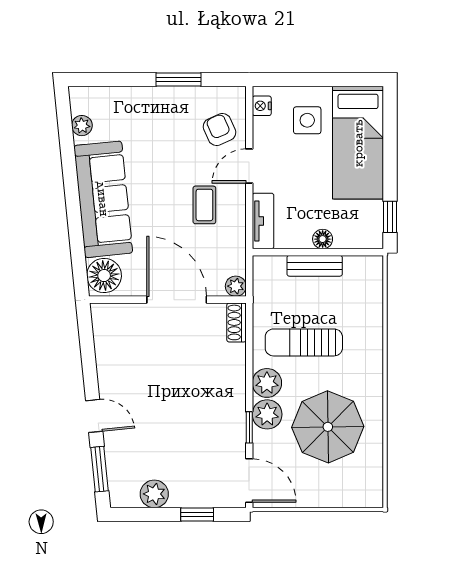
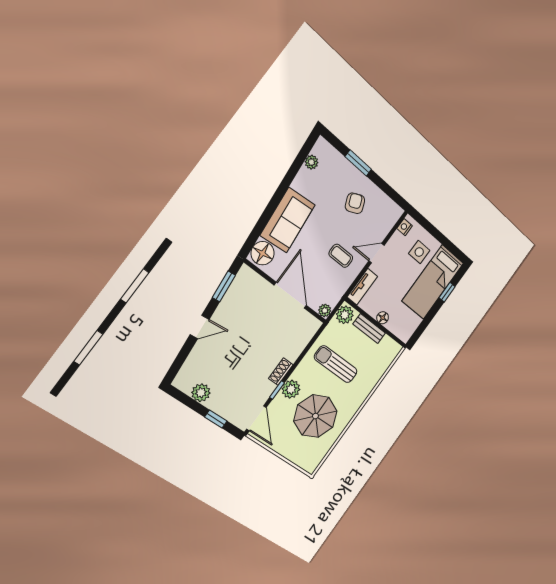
window: (178, 80) -> (358, 163), moved
armchair: (219, 129) -> (355, 203), moved
sofa: (103, 199) -> (288, 220), width x0.73
coffee table: (204, 205) -> (341, 256), turned 90
window: (390, 217) -> (447, 292), moved
shoe rack: (236, 322) -> (281, 372), moved
plant: (267, 383) -> (345, 315), moved
door: (94, 416) -> (200, 327), hinge flipped
window: (100, 469) -> (224, 286), moved

